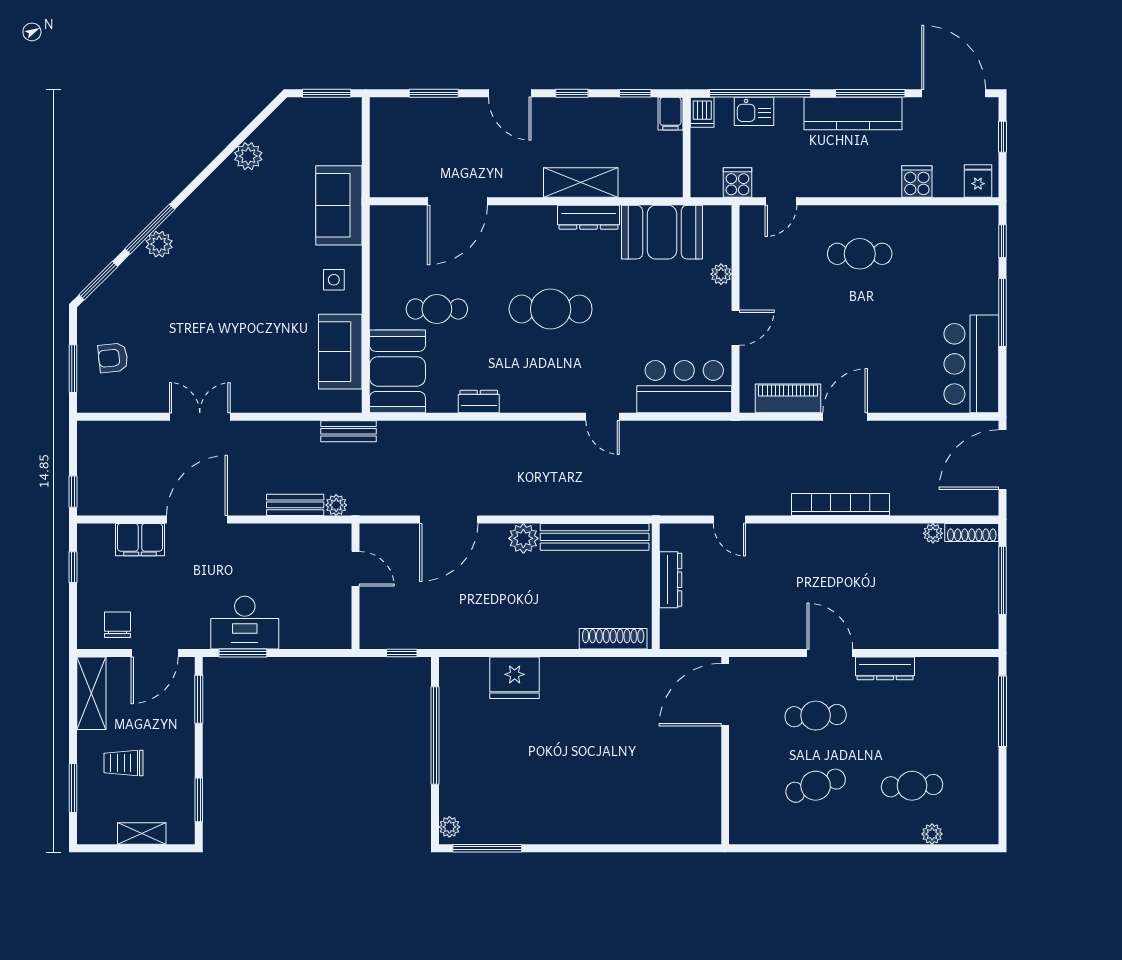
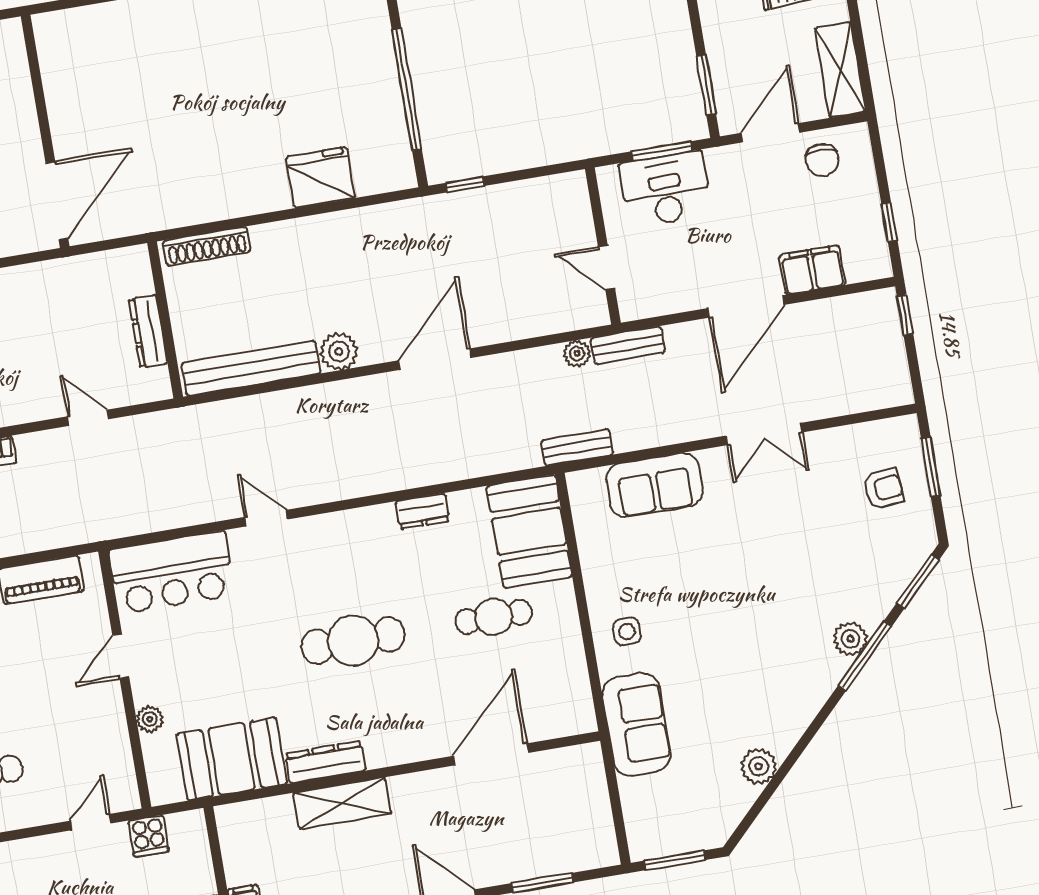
sofa: (340, 352) -> (654, 485), moved, turned 90
door: (355, 569) -> (607, 267), moved
wall: (355, 586) -> (603, 246), moved

